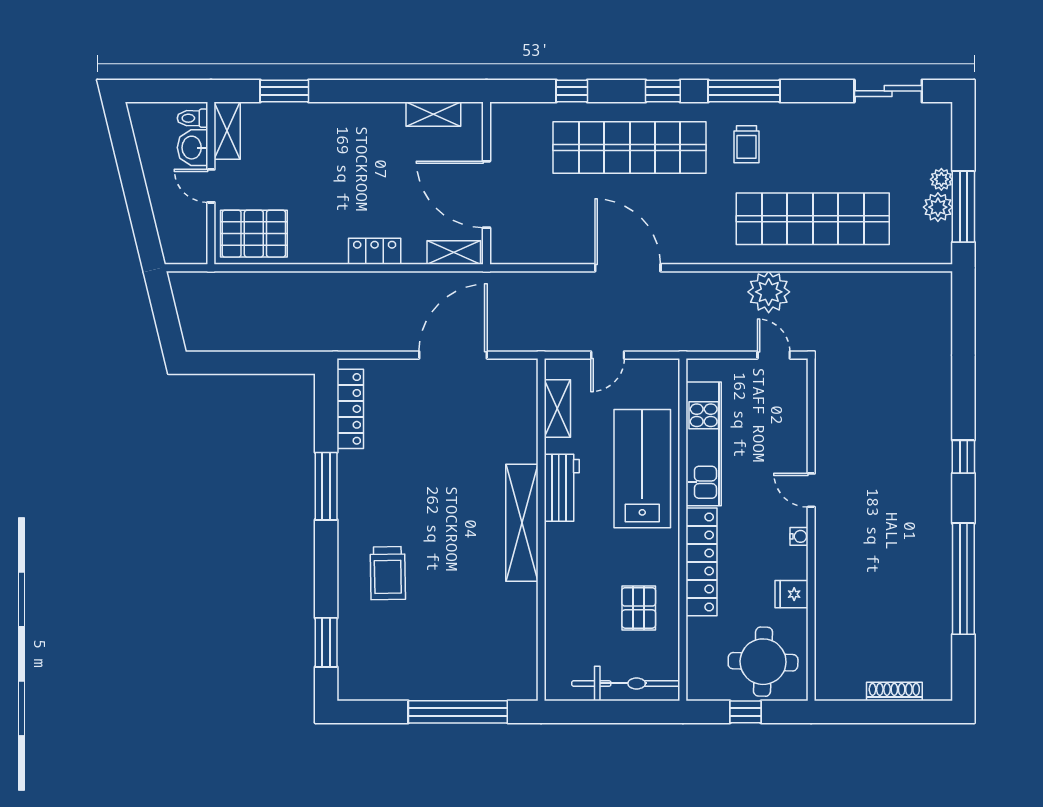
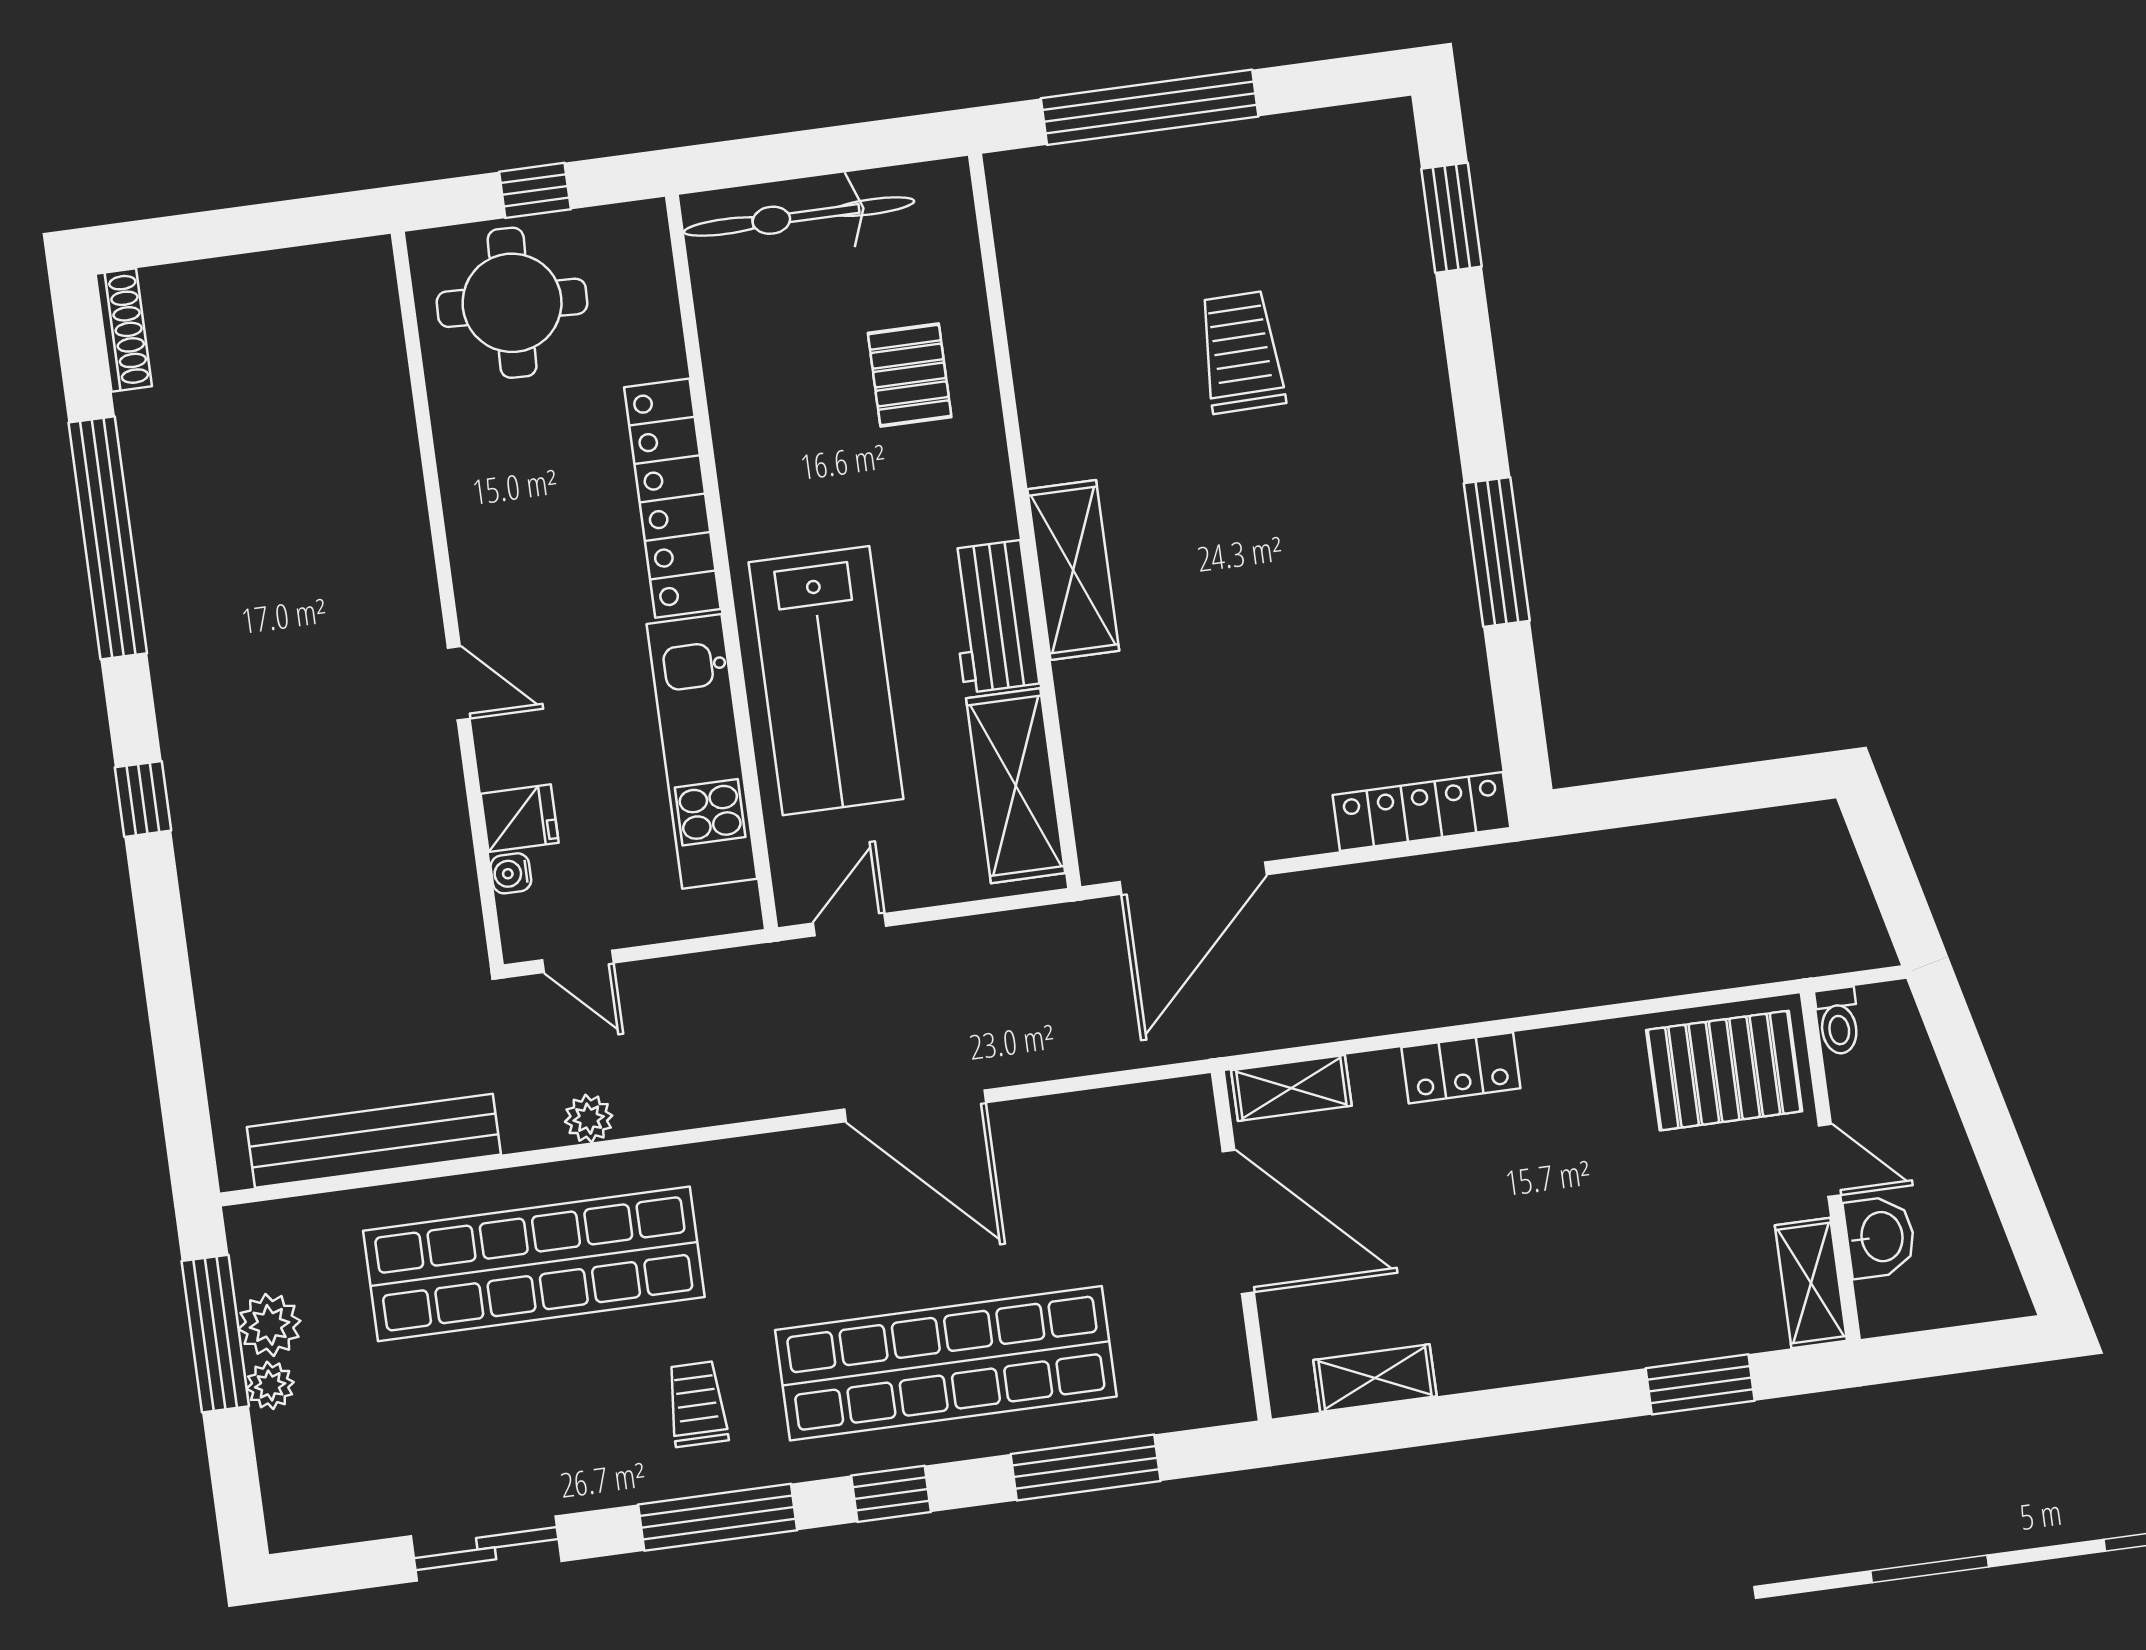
window: (572, 91) -> (1086, 1468), width x2.17
sliding door: (888, 91) -> (486, 1549), moved
toilet: (193, 118) -> (1838, 1021), moved, turned 90
bench: (879, 285) -> (374, 1141), added
plant: (769, 292) -> (589, 1119), width x0.53, depth x0.53
door: (453, 355) -> (1193, 878), moved
door: (608, 355) -> (850, 925), moved
locker: (350, 409) -> (1421, 811), moved, turned 90
shelving: (557, 409) -> (1016, 786), width x1.50, depth x1.33
shelving: (522, 523) -> (1073, 570), width x0.68
water cooler: (799, 536) -> (511, 873), moved
trolley: (388, 573) -> (1241, 352), moved
fridge: (792, 594) -> (520, 818), moved
pallet: (639, 608) -> (910, 375), moved
shoe rack: (894, 692) -> (124, 330), moved, turned -90

